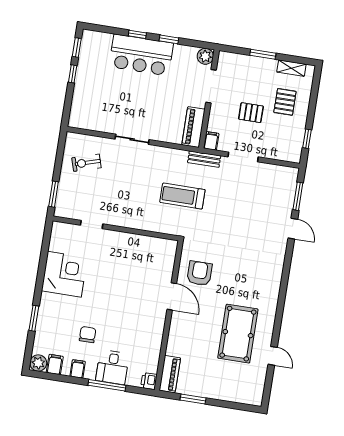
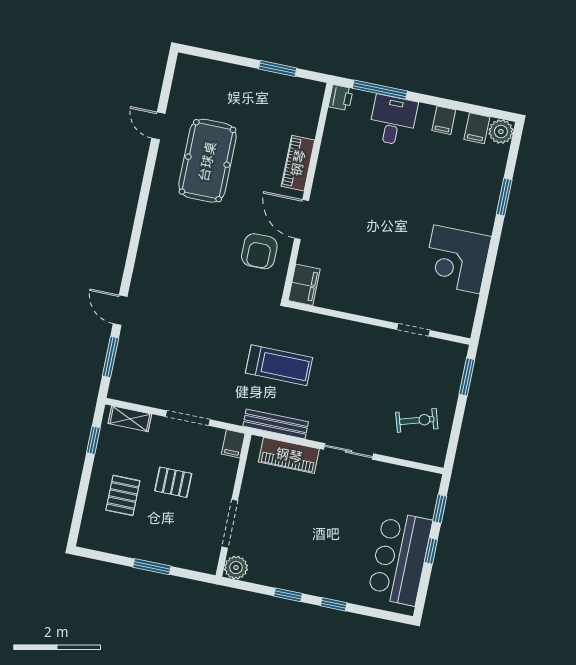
window: (77, 48) -> (440, 509), moved
bar counter: (141, 55) -> (400, 558), moved, turned -90
shelving: (291, 68) -> (130, 419), moved
piano: (193, 127) -> (289, 455), moved, turned 90
bench: (204, 159) -> (276, 424), moved, width x1.36
filing cabinet: (168, 252) -> (304, 285), added
chair: (88, 335) -> (427, 170), removed
piano: (170, 374) -> (298, 163), moved
window: (107, 385) -> (380, 90), moved

